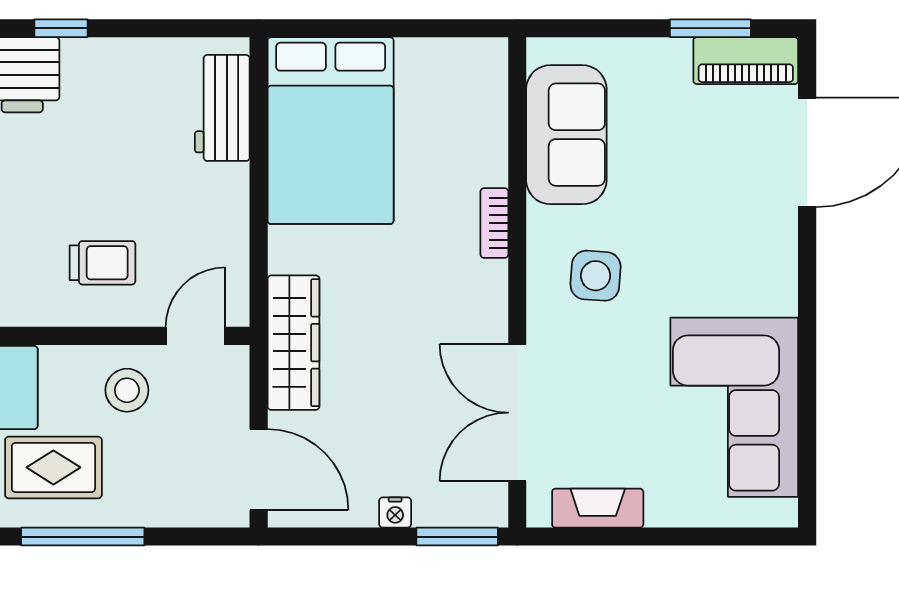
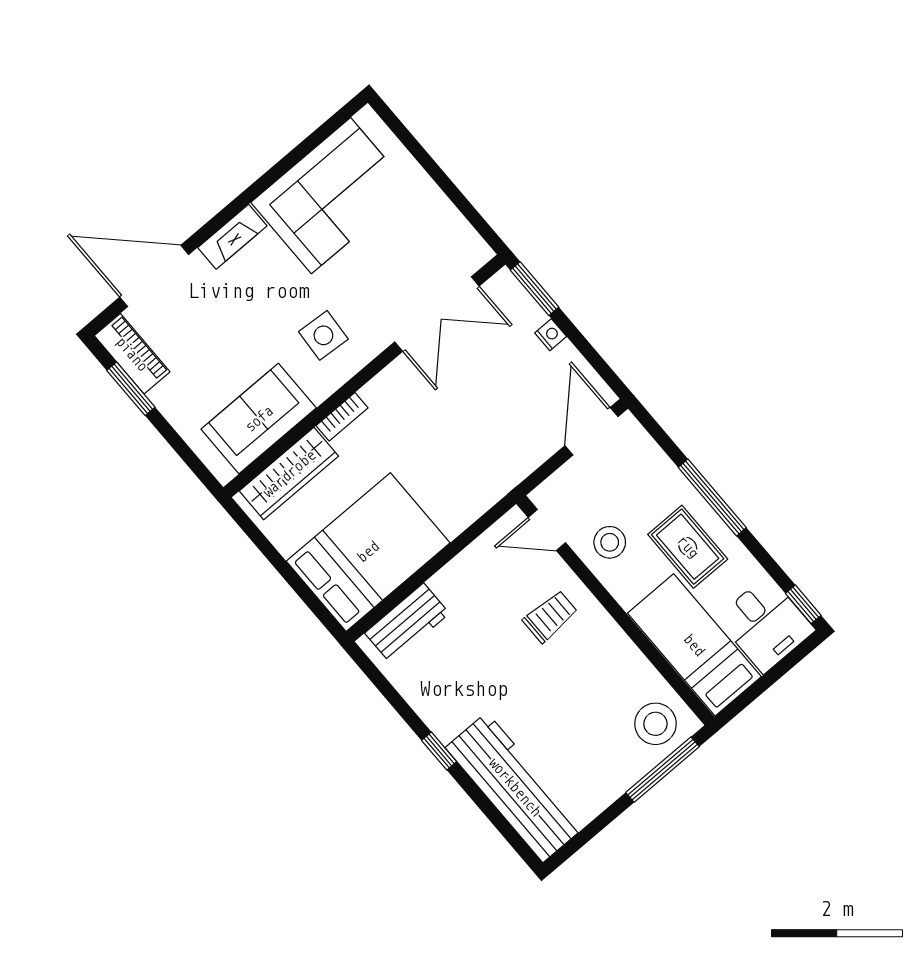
trolley: (103, 263) -> (550, 616), turned 90
wardrobe: (293, 343) -> (289, 474), moved, turned 180
fireplace: (598, 508) -> (232, 237), moved, turned -90

